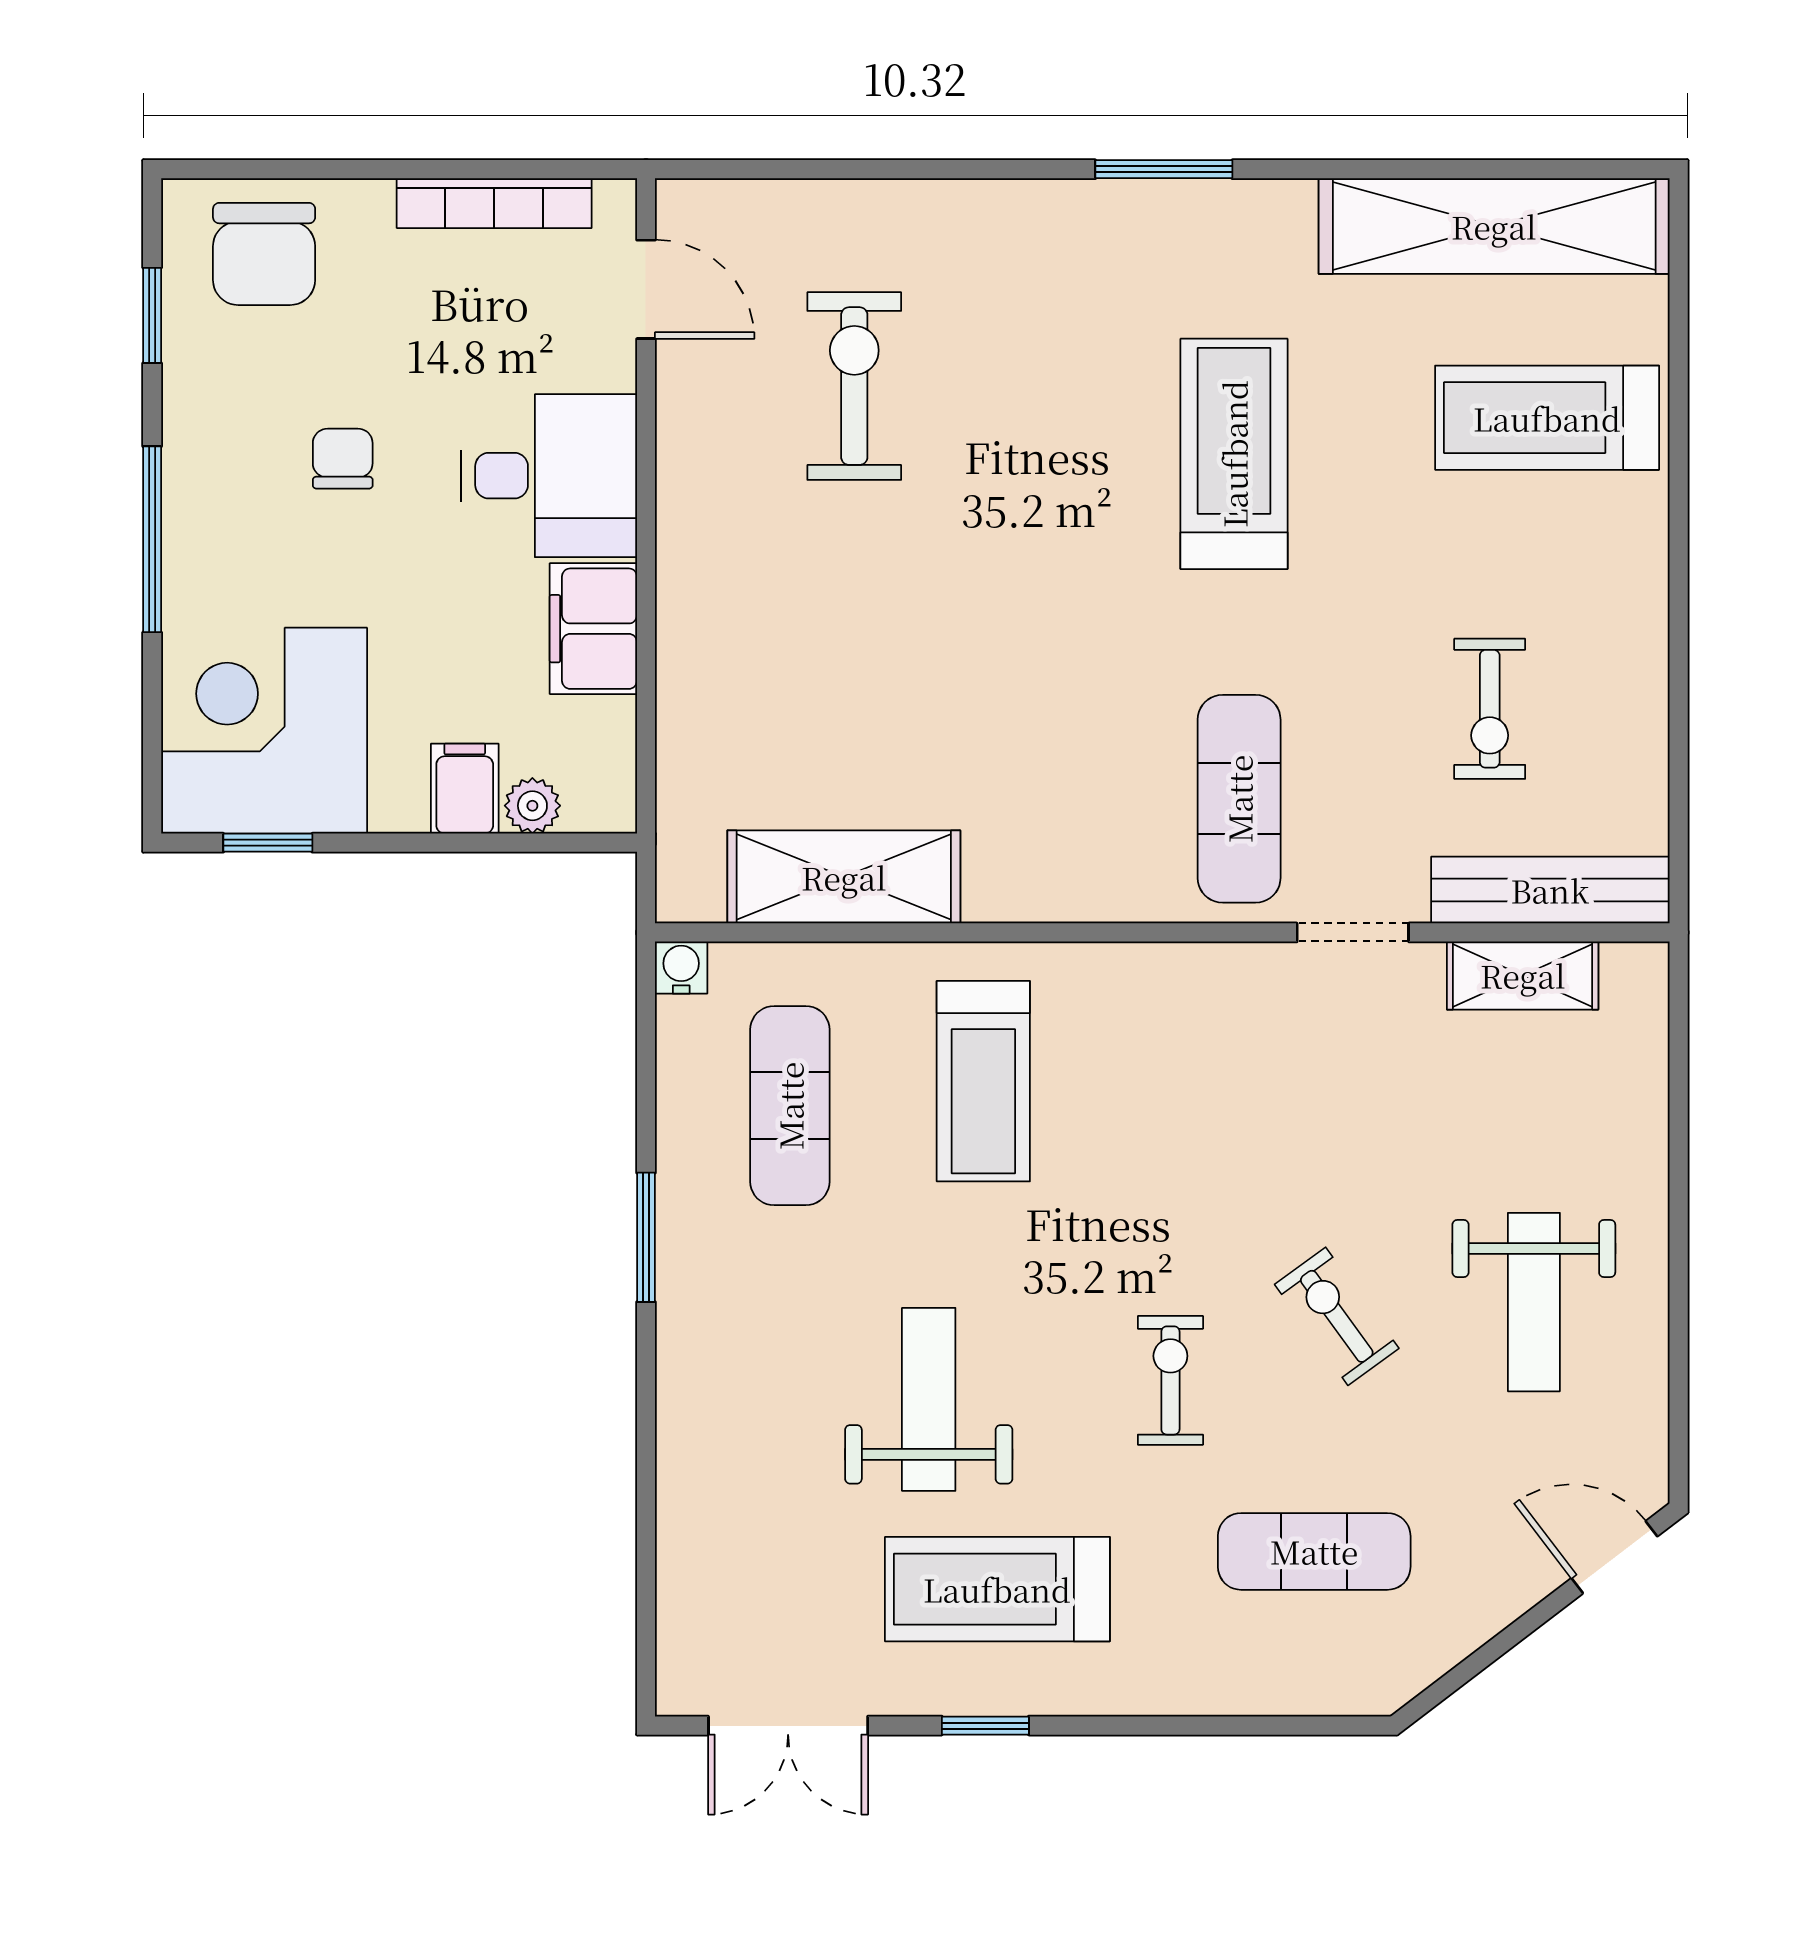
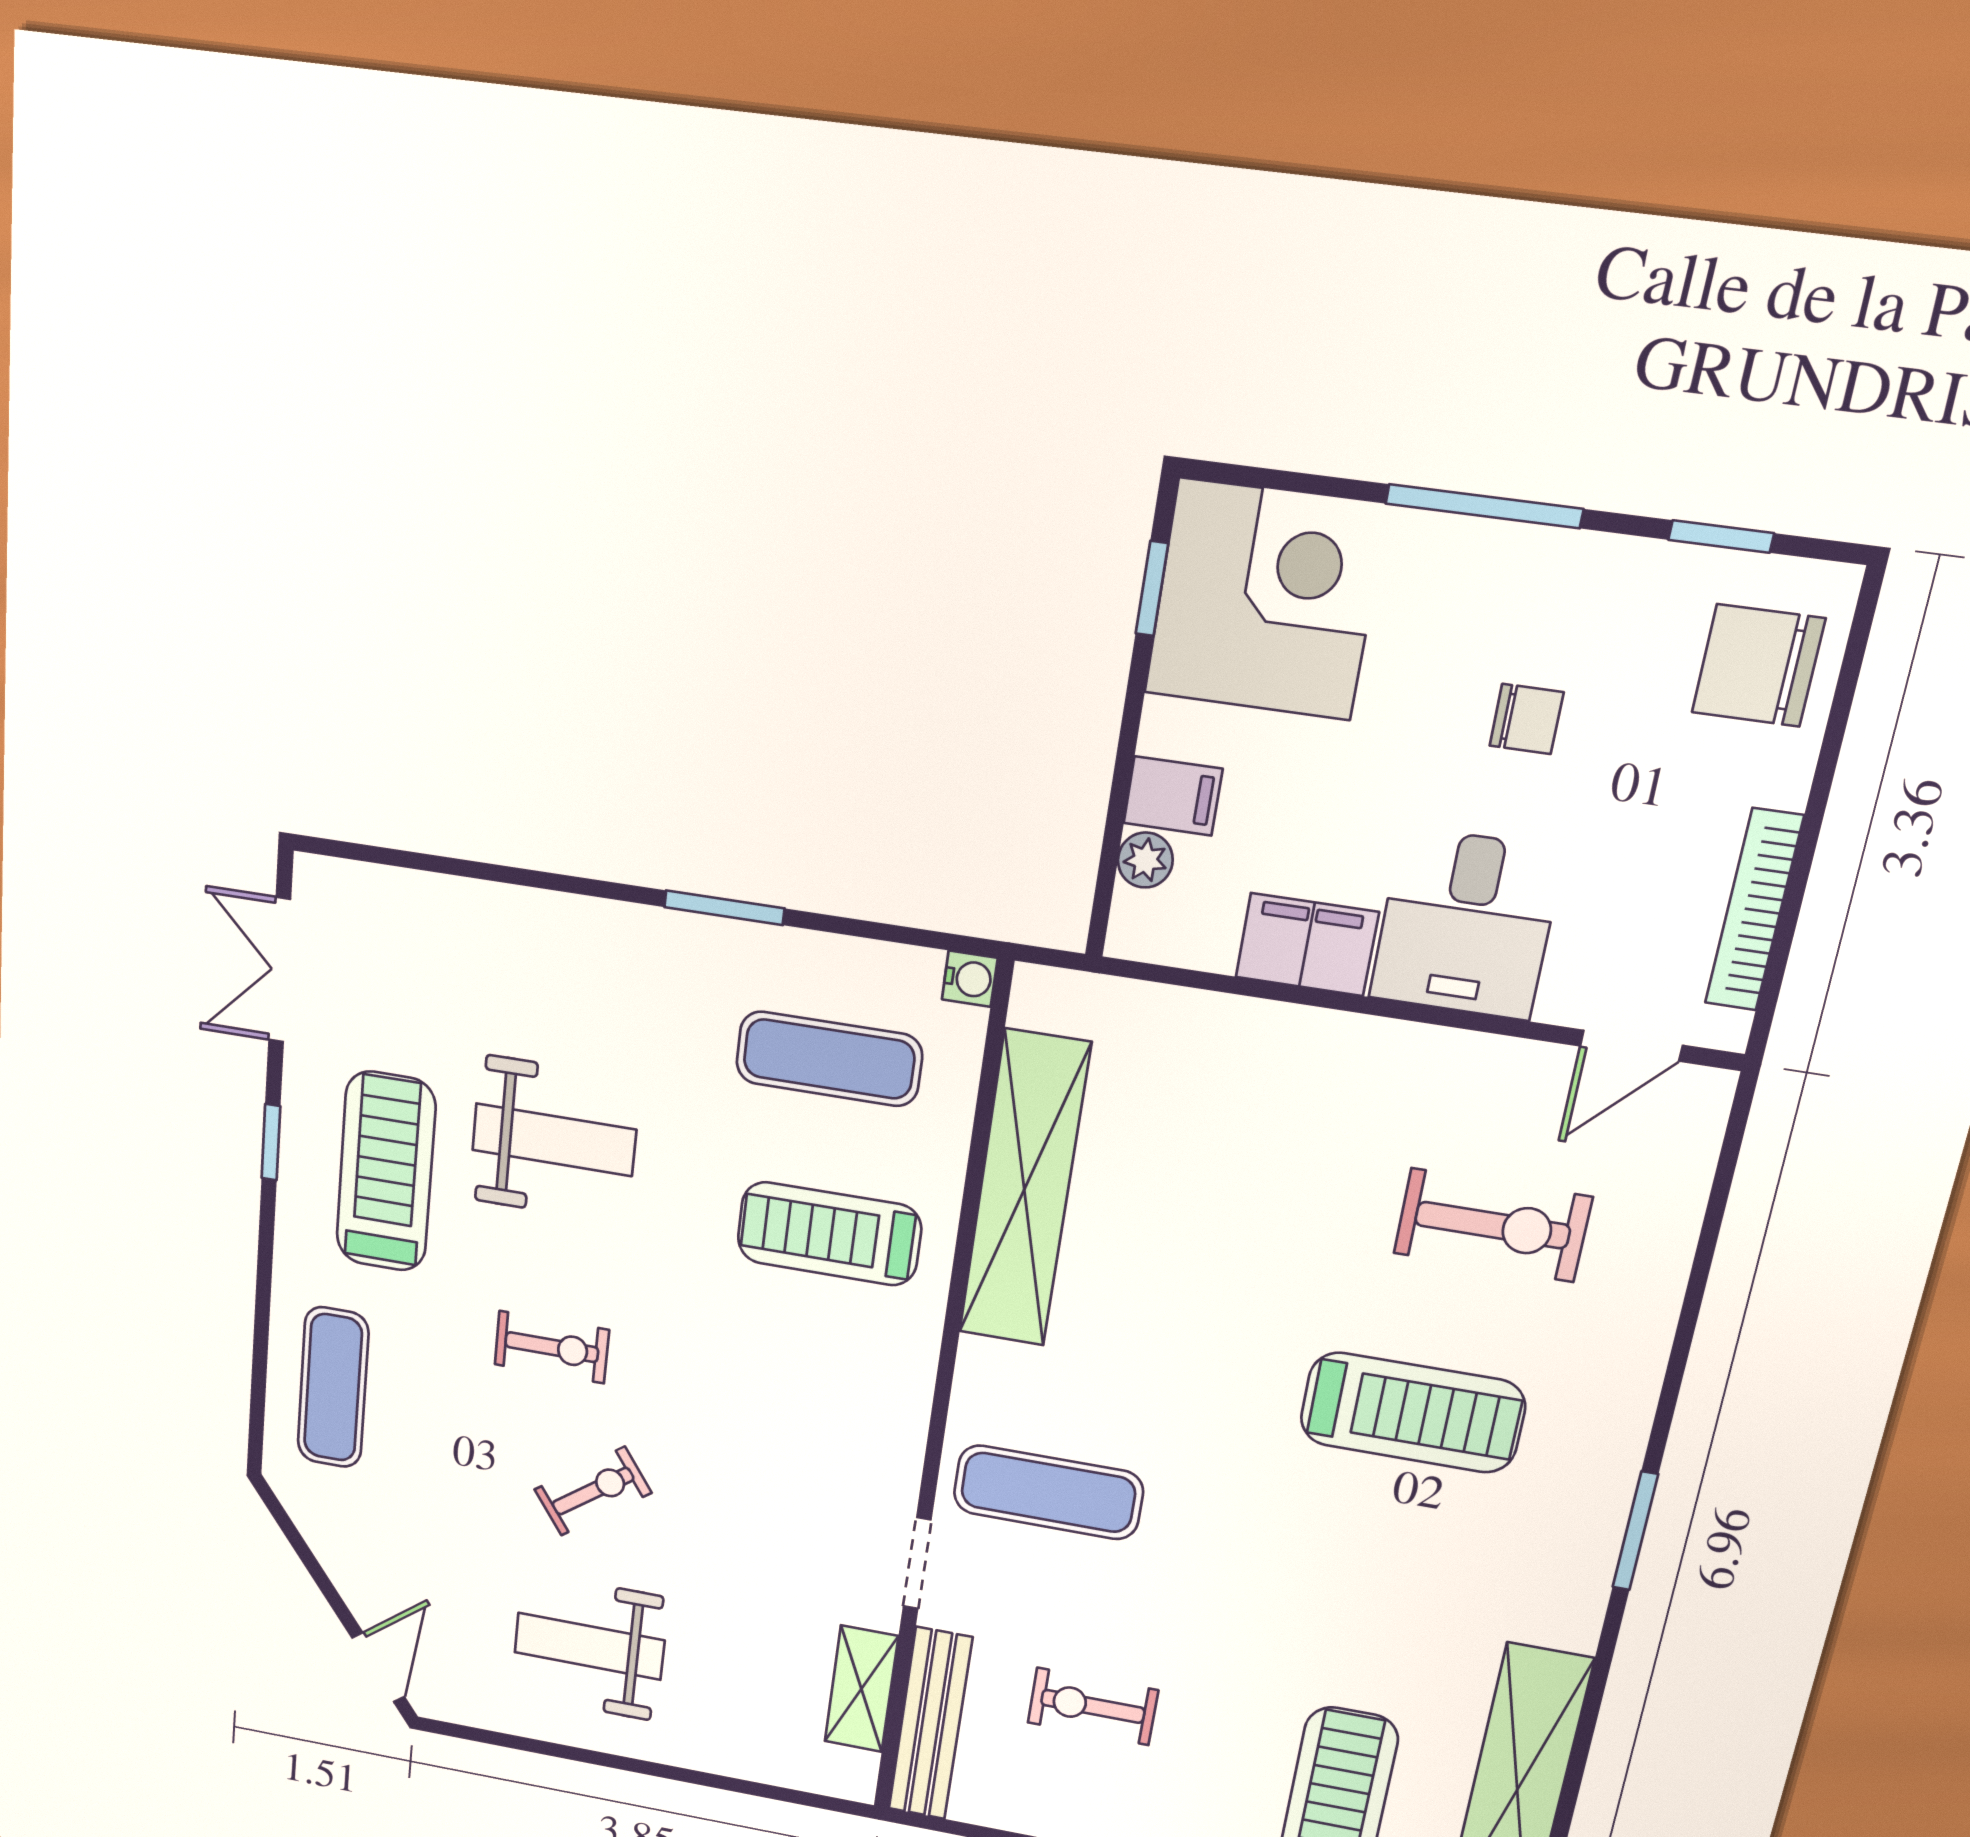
treadmill: (1234, 454) -> (1412, 1413), moved
shelving: (844, 877) -> (1024, 1190), width x1.47
exercise mat: (1314, 1551) -> (333, 1388), moved

